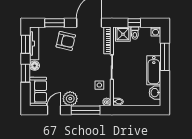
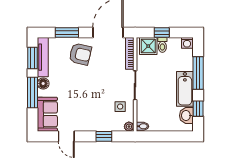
window: (26, 73) -> (33, 92), width x1.44
window: (165, 87) -> (198, 109), added
plant: (70, 99) -> (86, 123), removed
door: (54, 110) -> (66, 136), swing flipped
window: (86, 110) -> (104, 136), width x0.46

